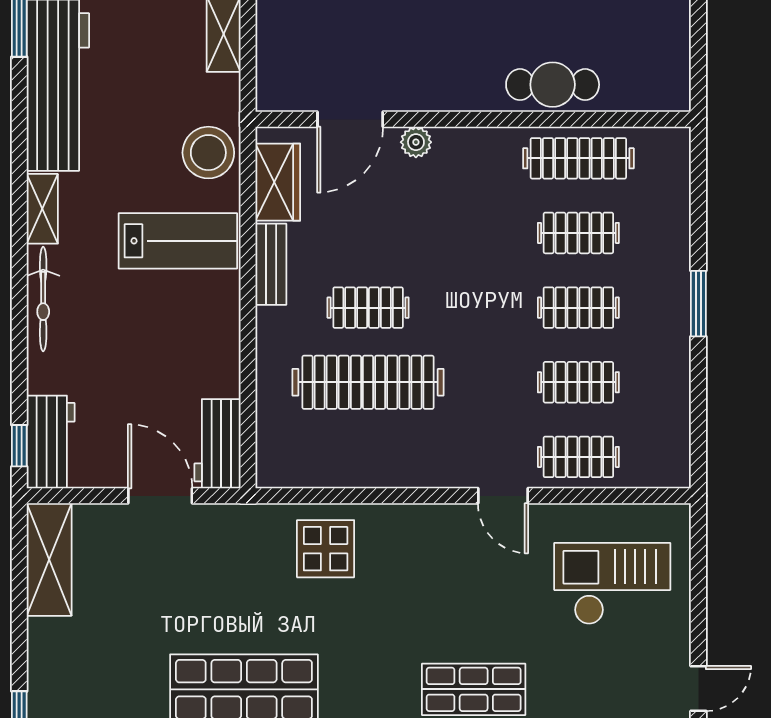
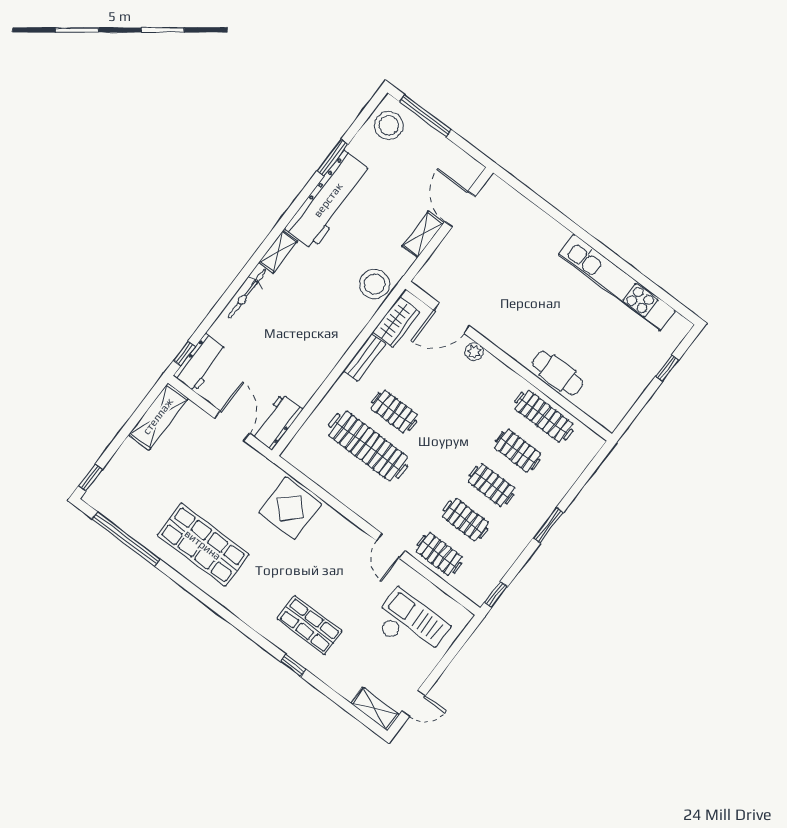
lab bench: (178, 241) -> (330, 314), removed
window: (698, 453) -> (496, 595), added
display table: (326, 549) -> (290, 508), width x1.36, depth x1.36

